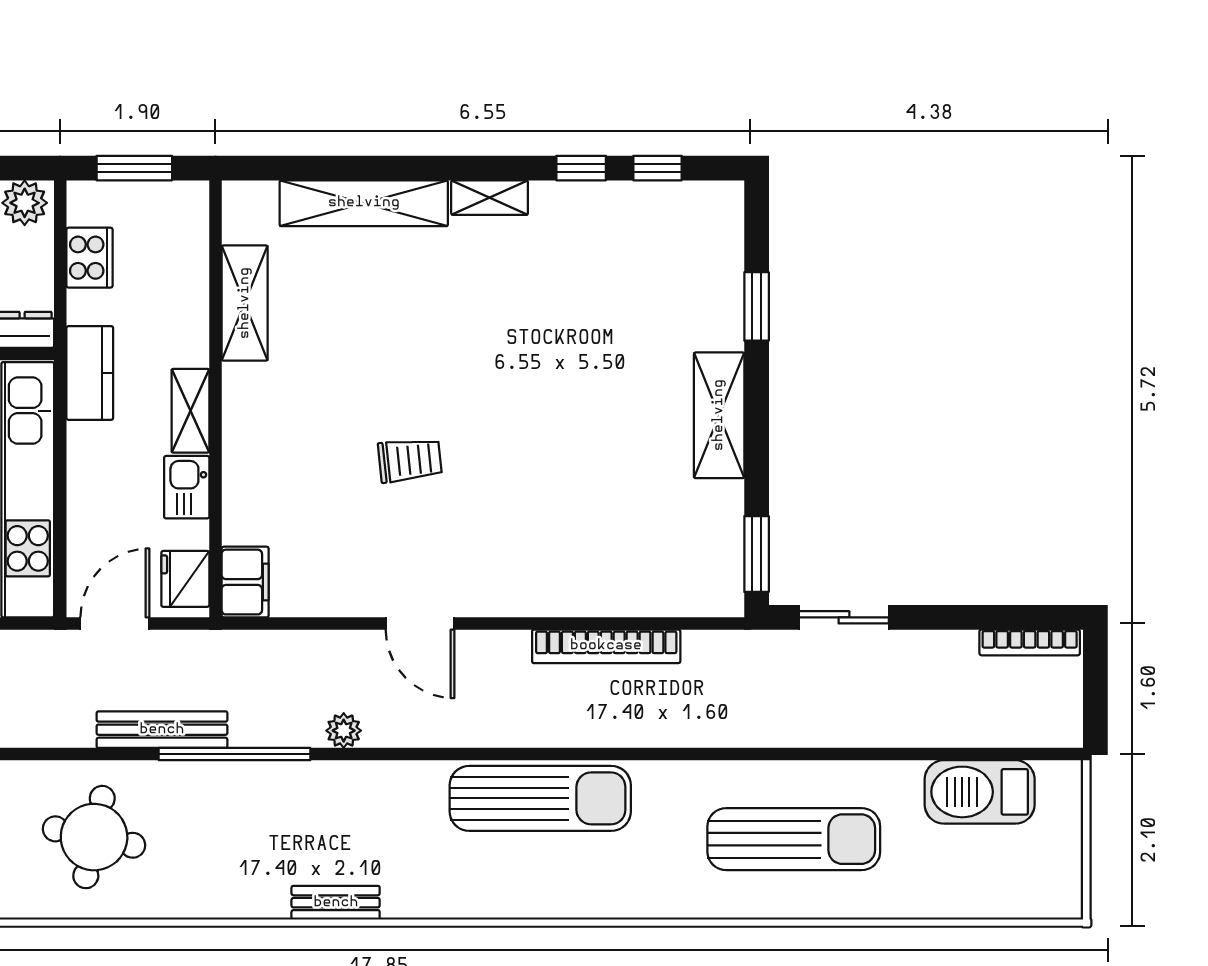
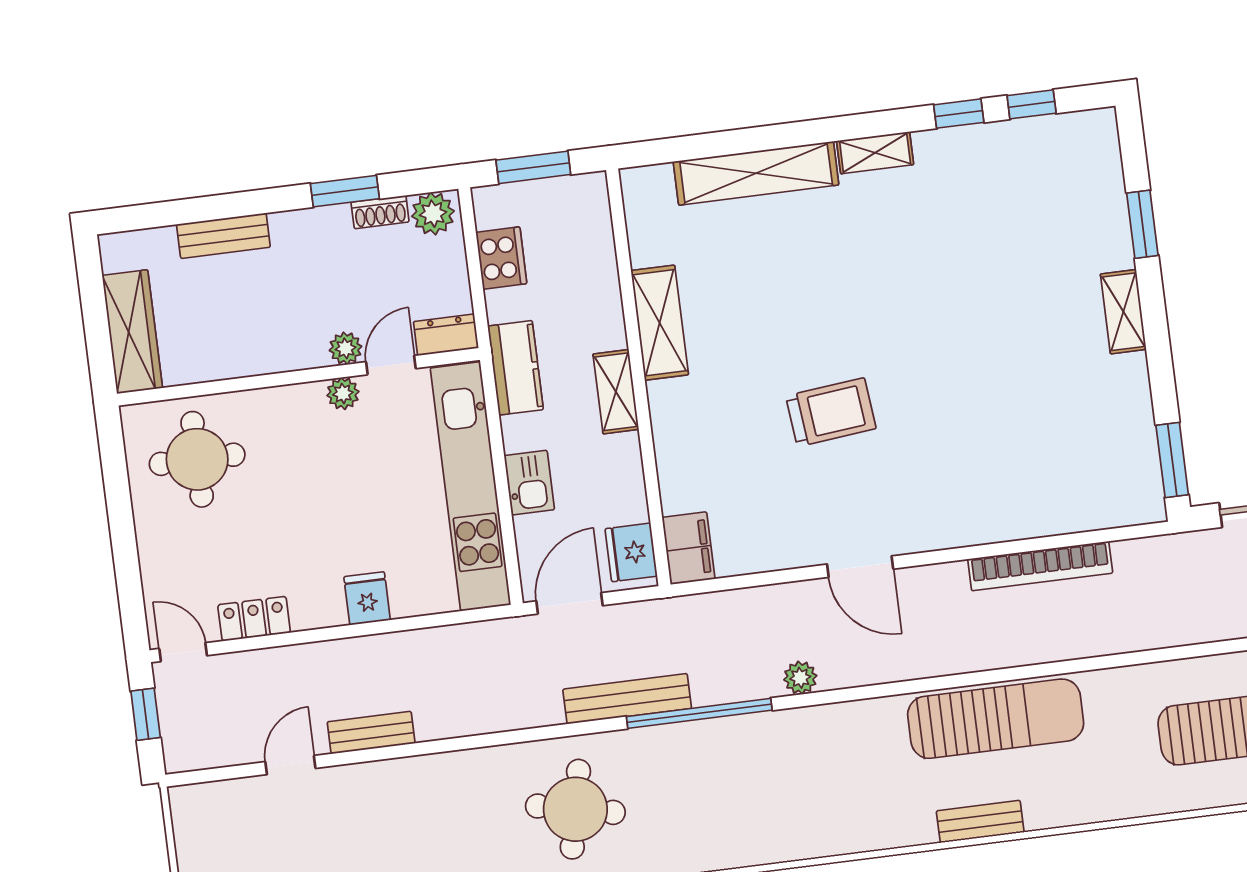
shelving: (245, 303) -> (660, 323), moved
shelving: (719, 415) -> (1123, 312), width x0.67, depth x0.75
trolley: (410, 460) -> (831, 412), width x1.36, depth x1.39
kitchen sink: (187, 487) -> (529, 483), moved, turned 180
bench: (336, 903) -> (980, 822), moved

